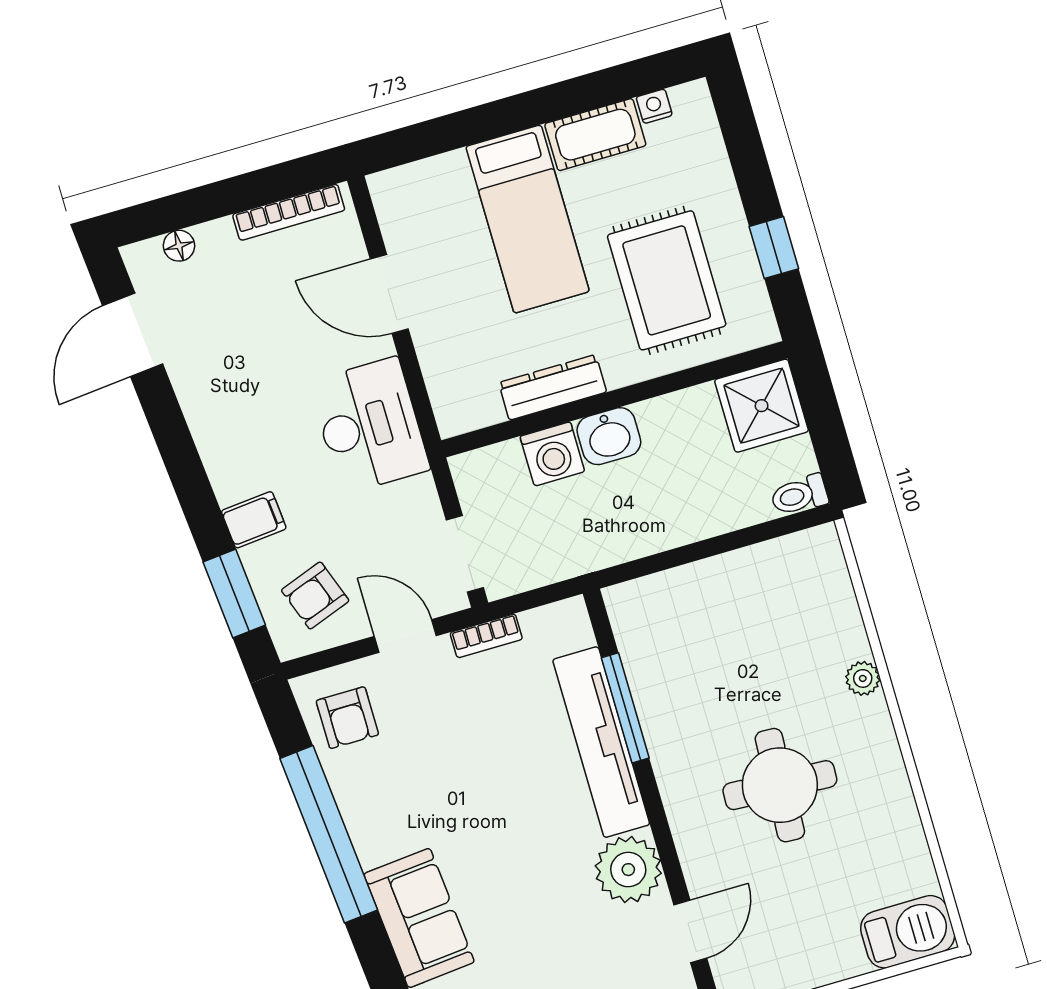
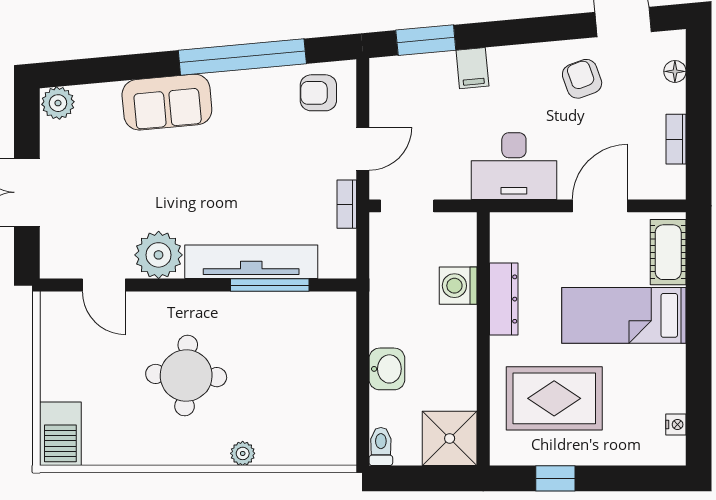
cot: (595, 135) -> (668, 252), moved
bookcase: (289, 212) -> (676, 139), width x0.64
washbasin: (609, 436) -> (387, 369), moved, turned 180
armchair: (315, 595) -> (582, 79), moved

